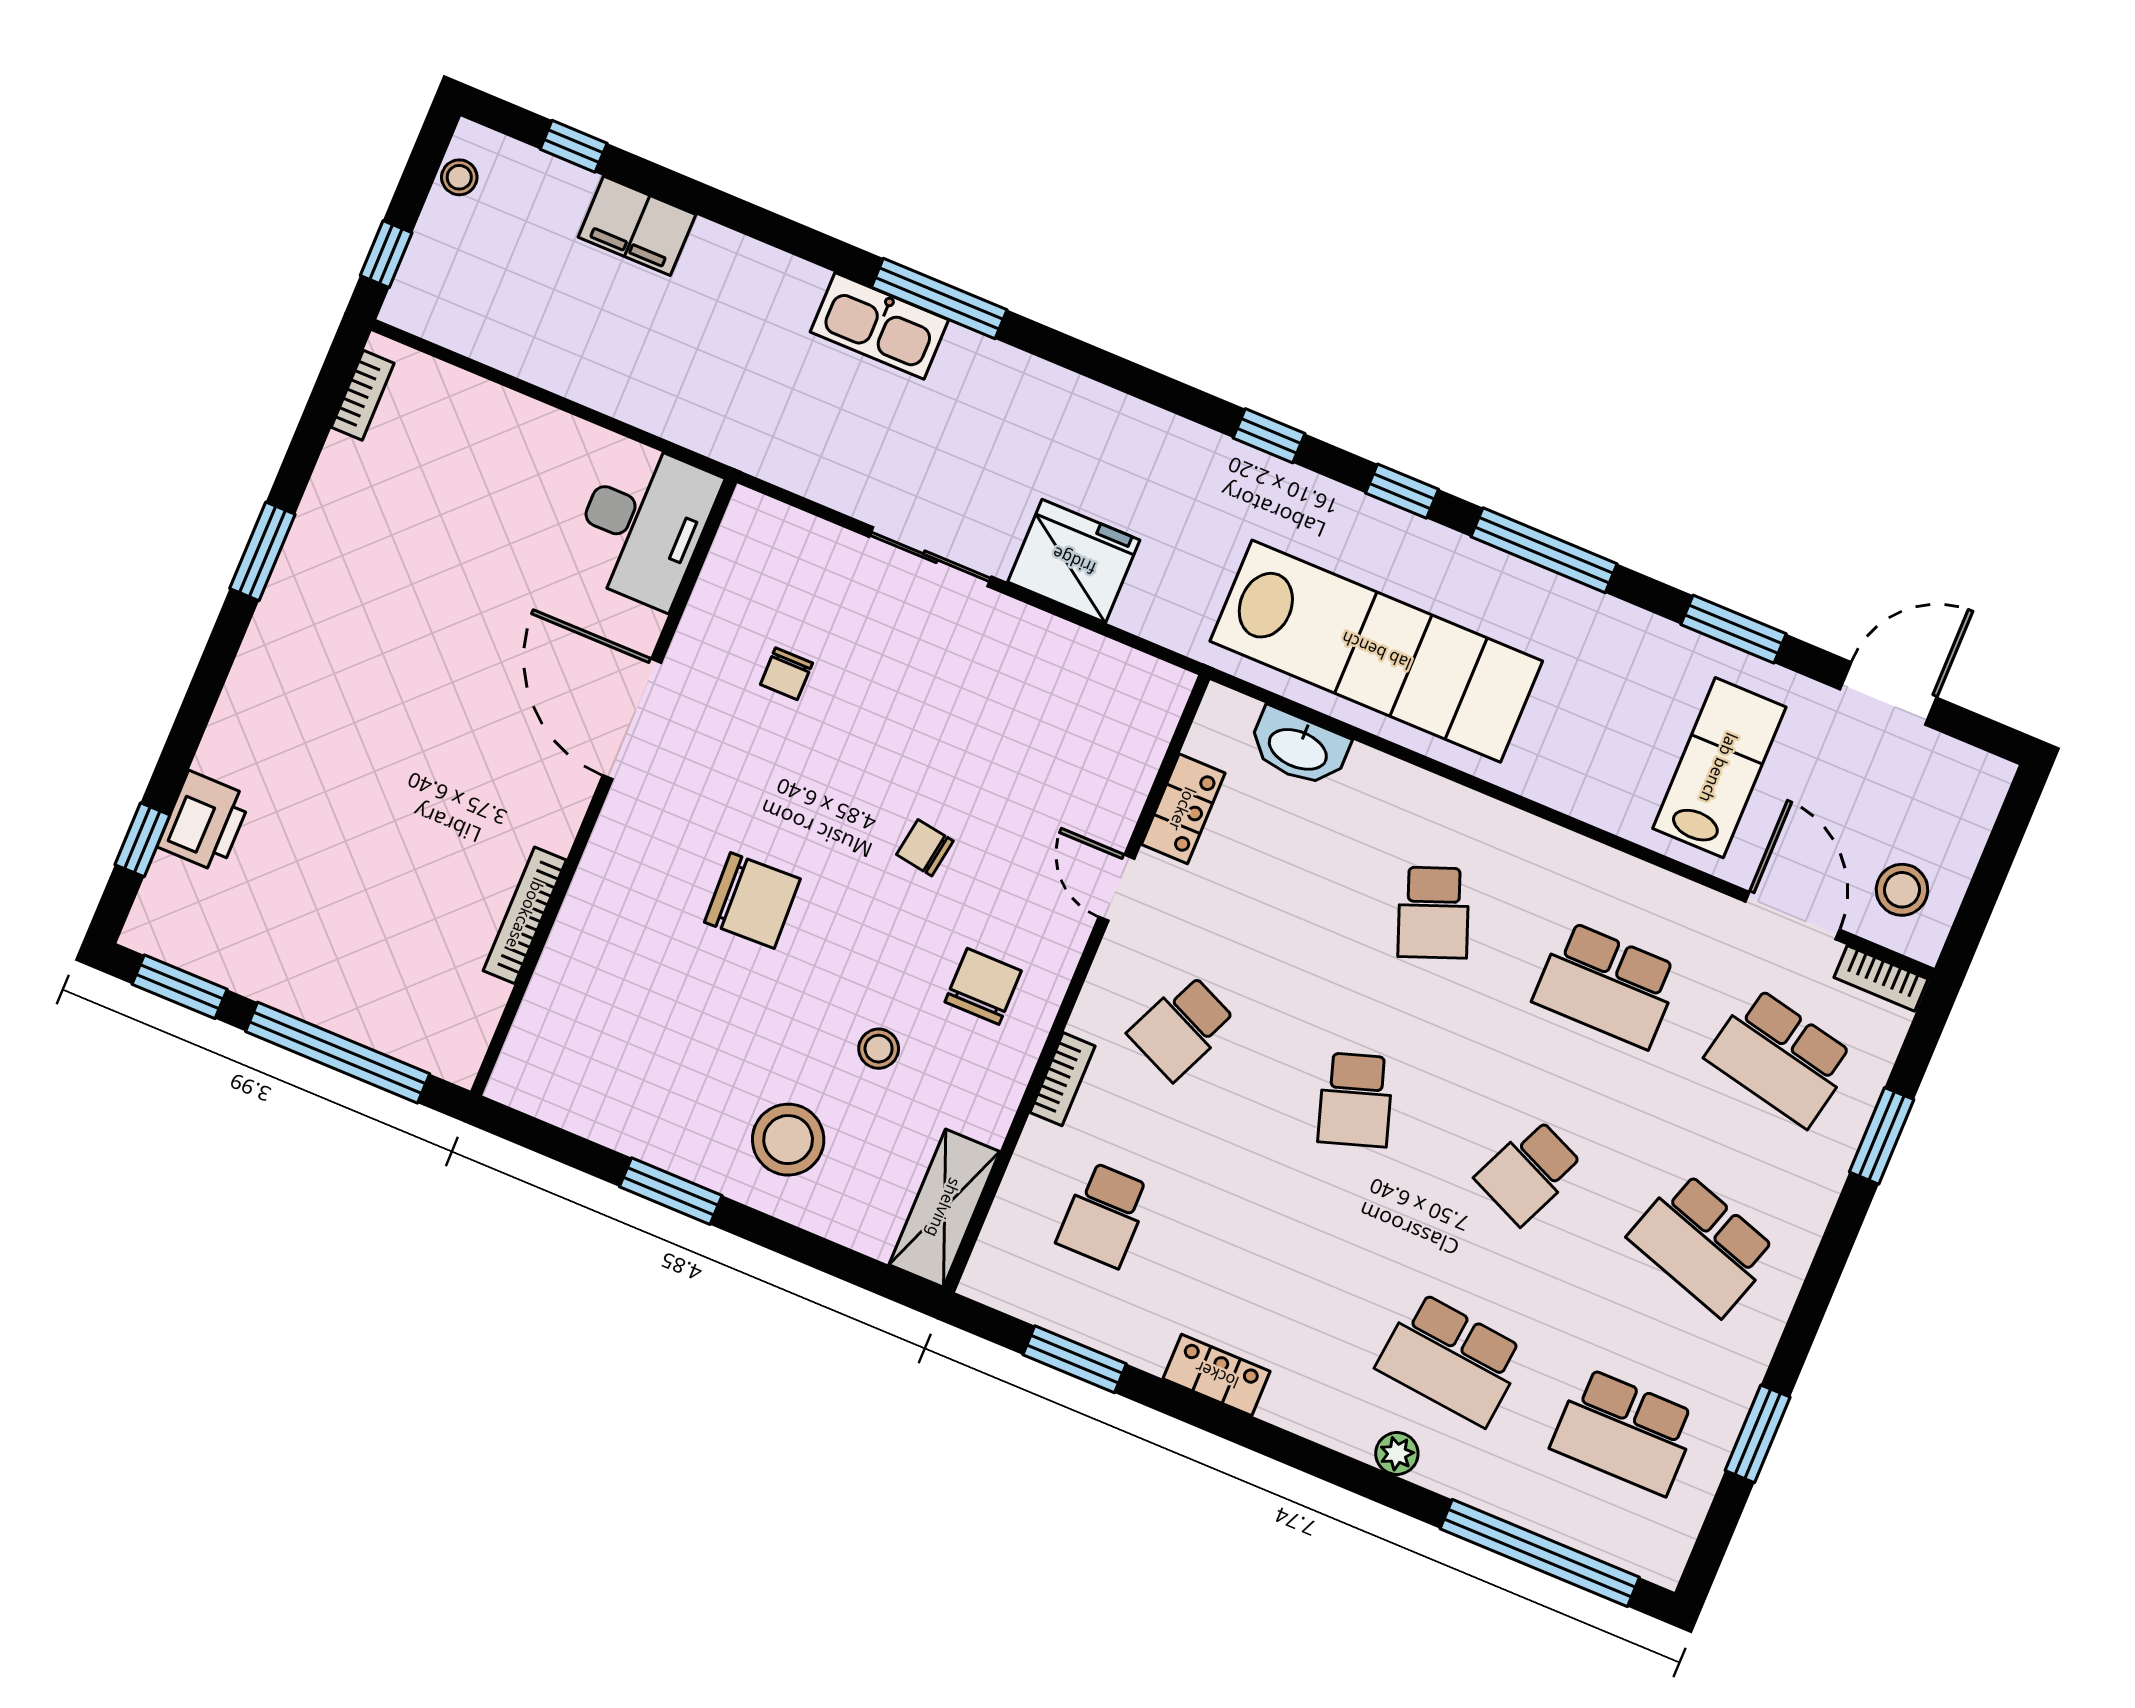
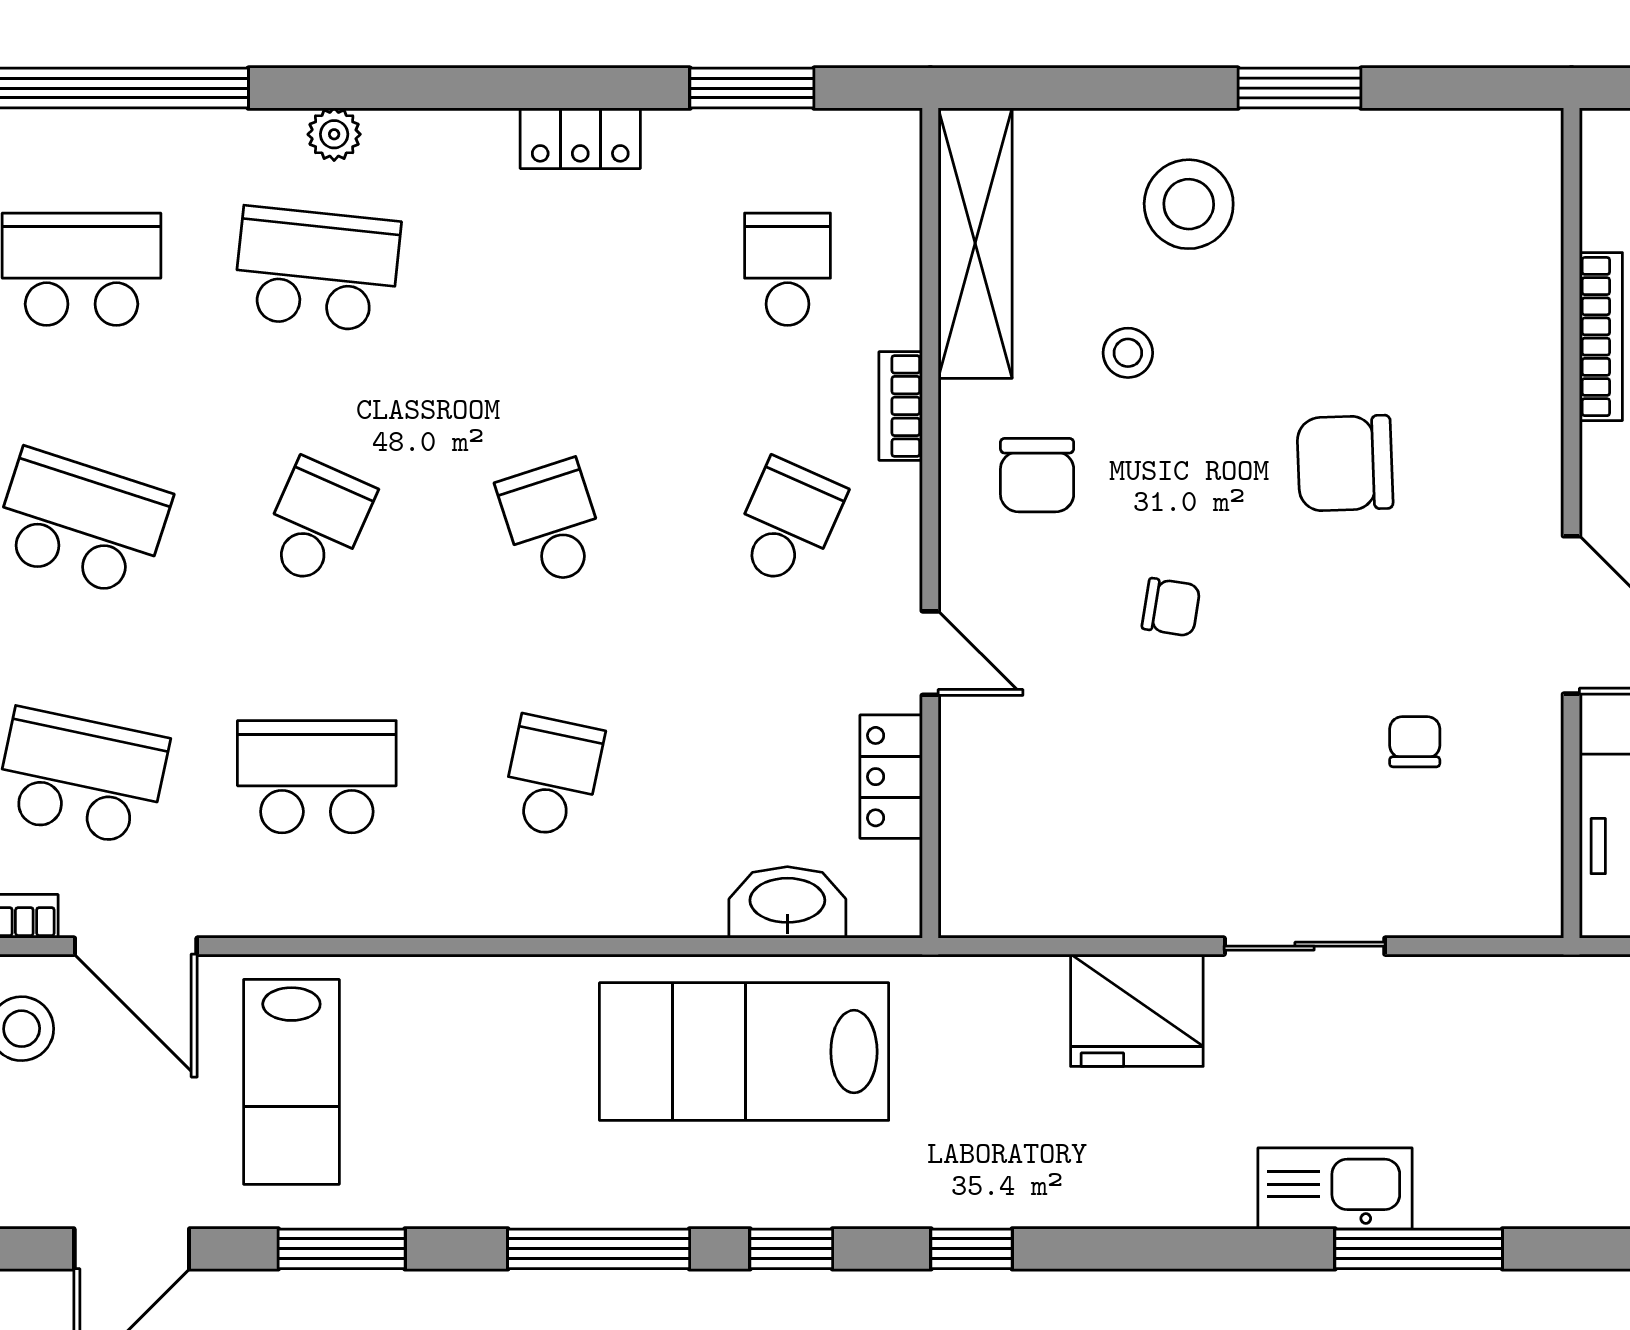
kitchen sink: (879, 326) -> (1335, 1188), moved
lab bench: (1376, 651) -> (744, 1052), width x0.73
school desk: (1433, 913) -> (552, 777), turned 33
shelving: (944, 1208) -> (975, 243), width x1.47

